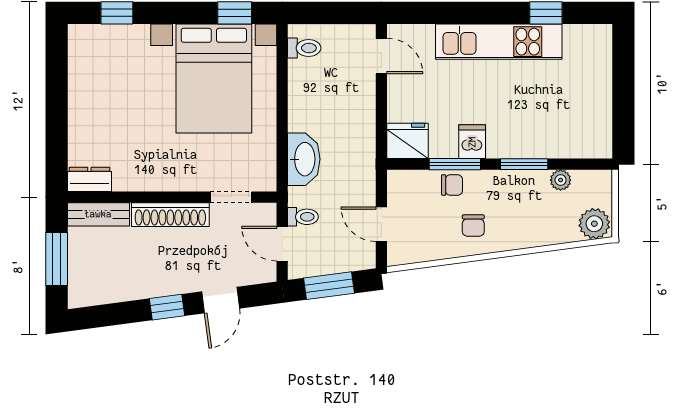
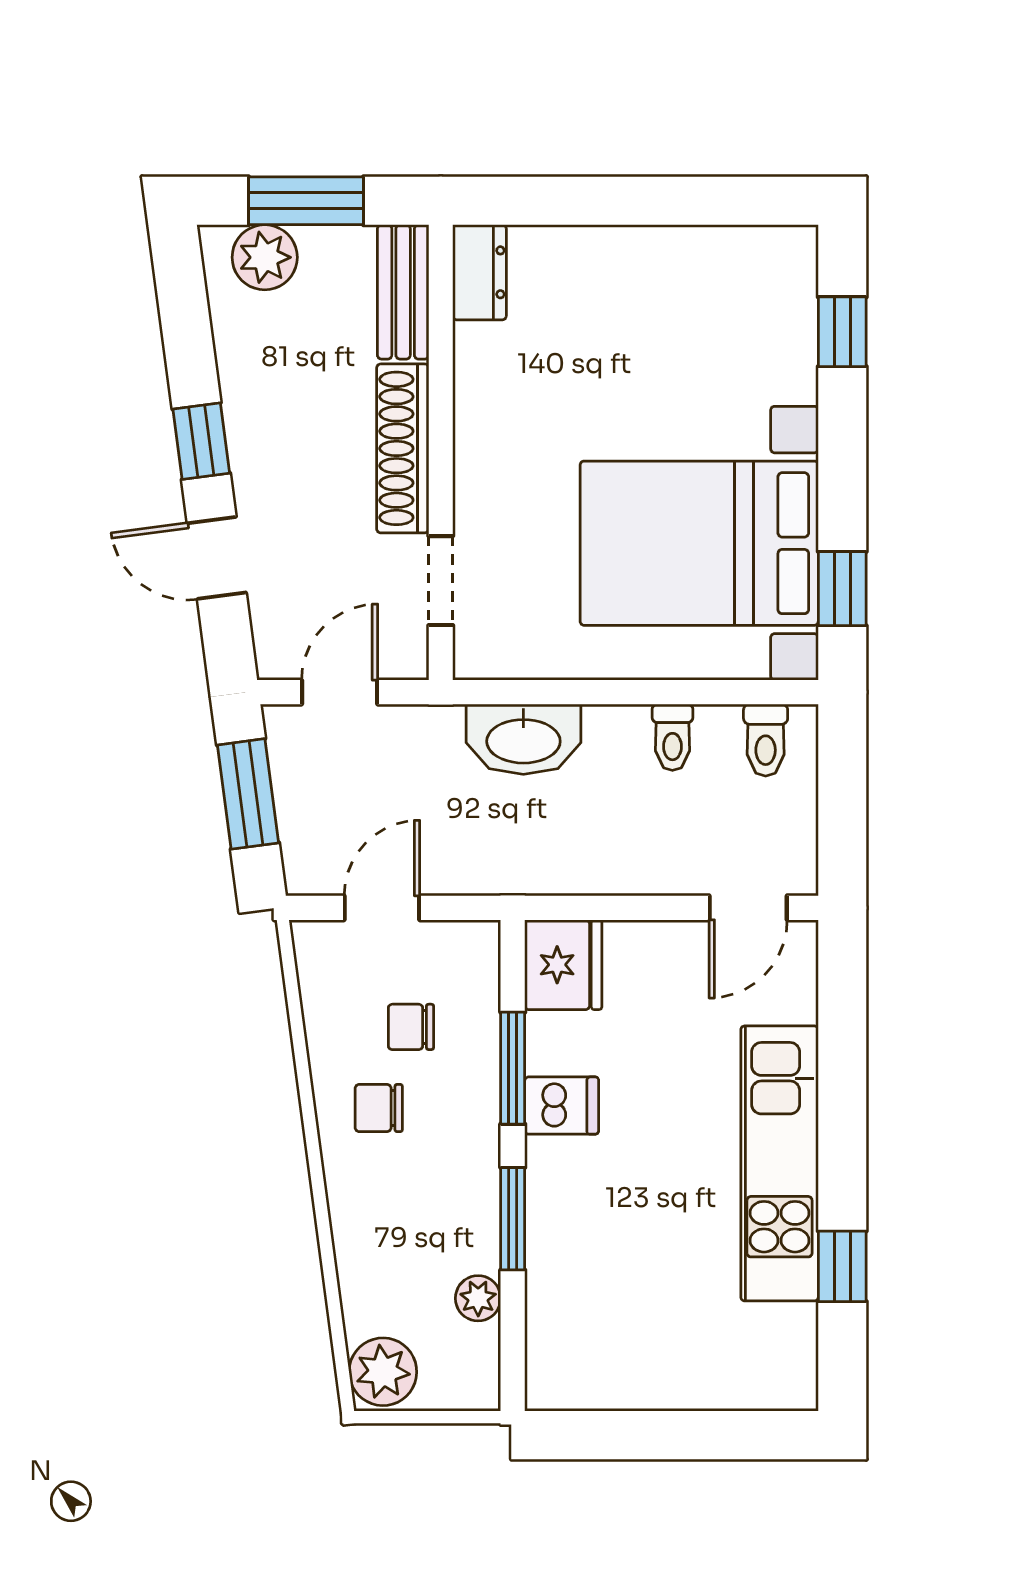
chair: (452, 185) -> (411, 1027), moved, turned 90
toilet: (303, 217) -> (672, 737), moved
plant: (83, 278) -> (265, 257), added

